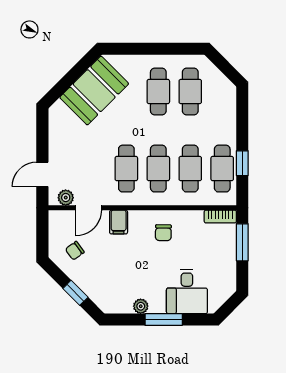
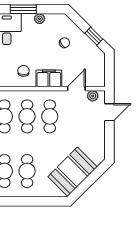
filing cabinet: (119, 222) -> (49, 78), width x2.00
chair: (75, 251) -> (64, 43), moved
window: (75, 293) -> (94, 36), moved

